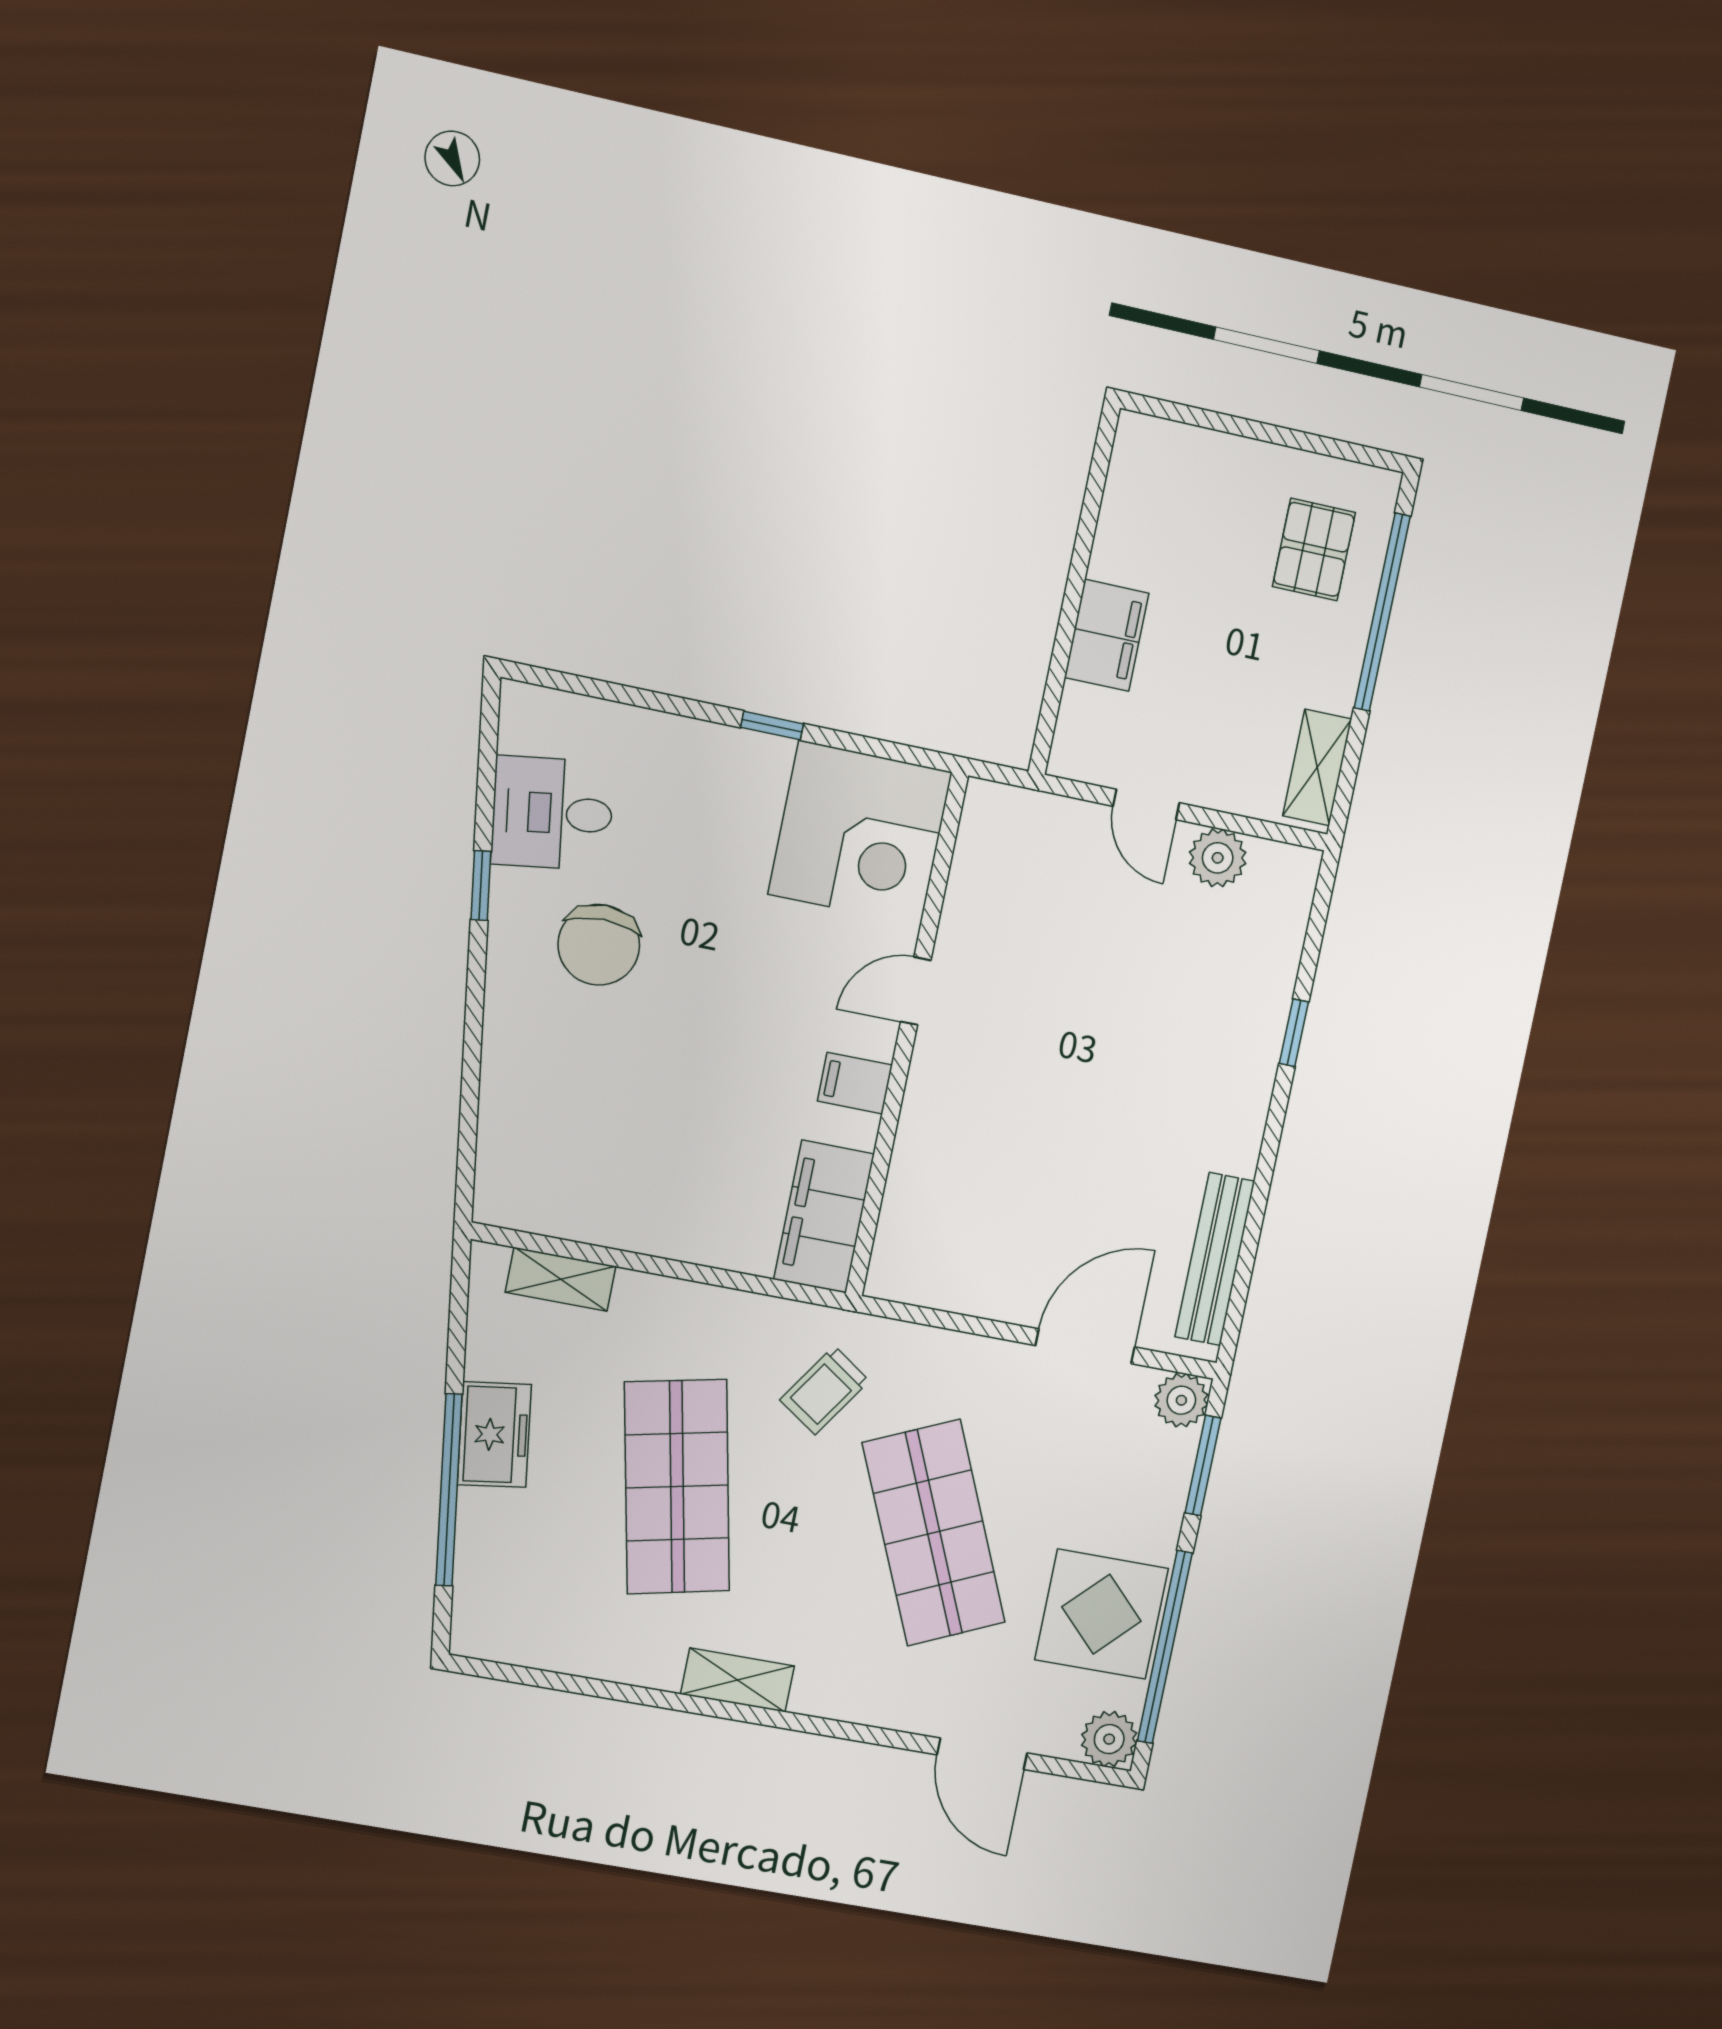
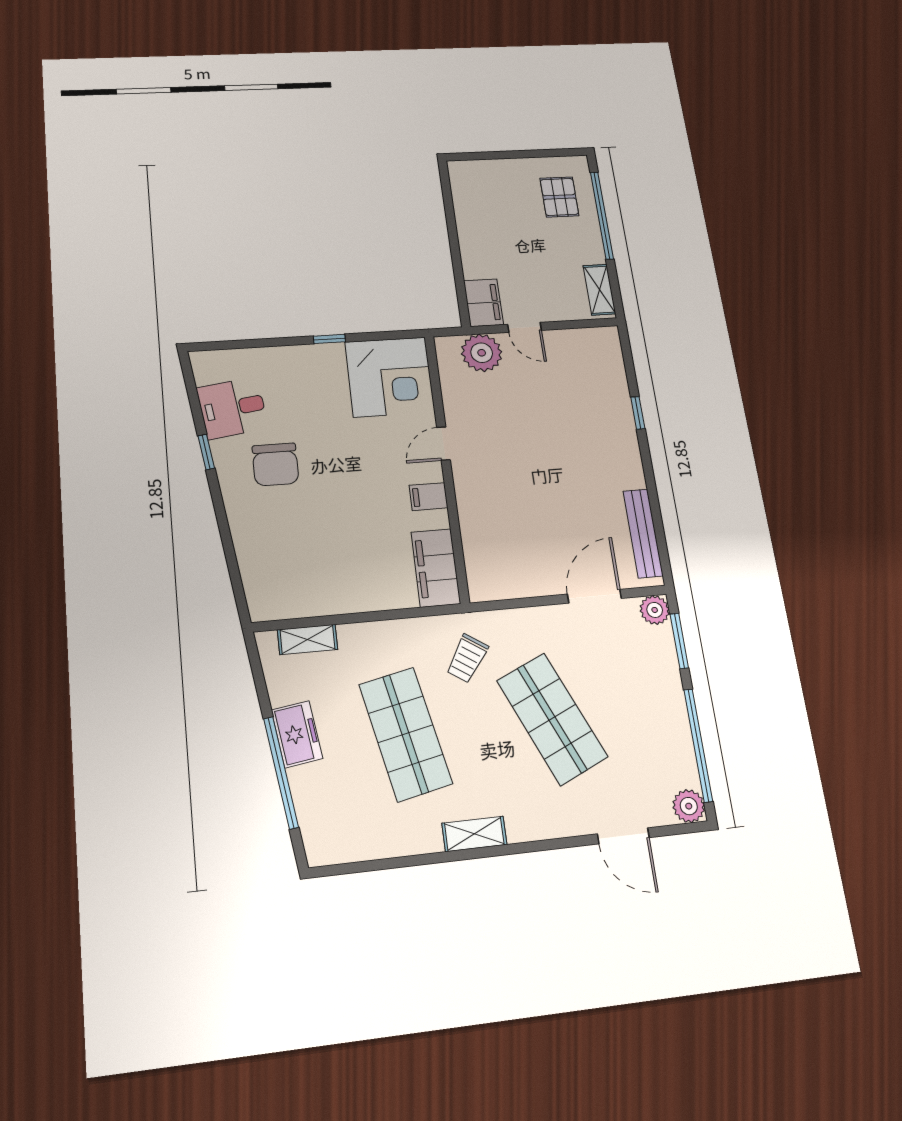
filing cabinet: (1107, 635) -> (484, 303), moved
plant: (1218, 858) -> (482, 353), moved, width x1.36, depth x1.36
display table: (1102, 1614) -> (658, 737), removed

